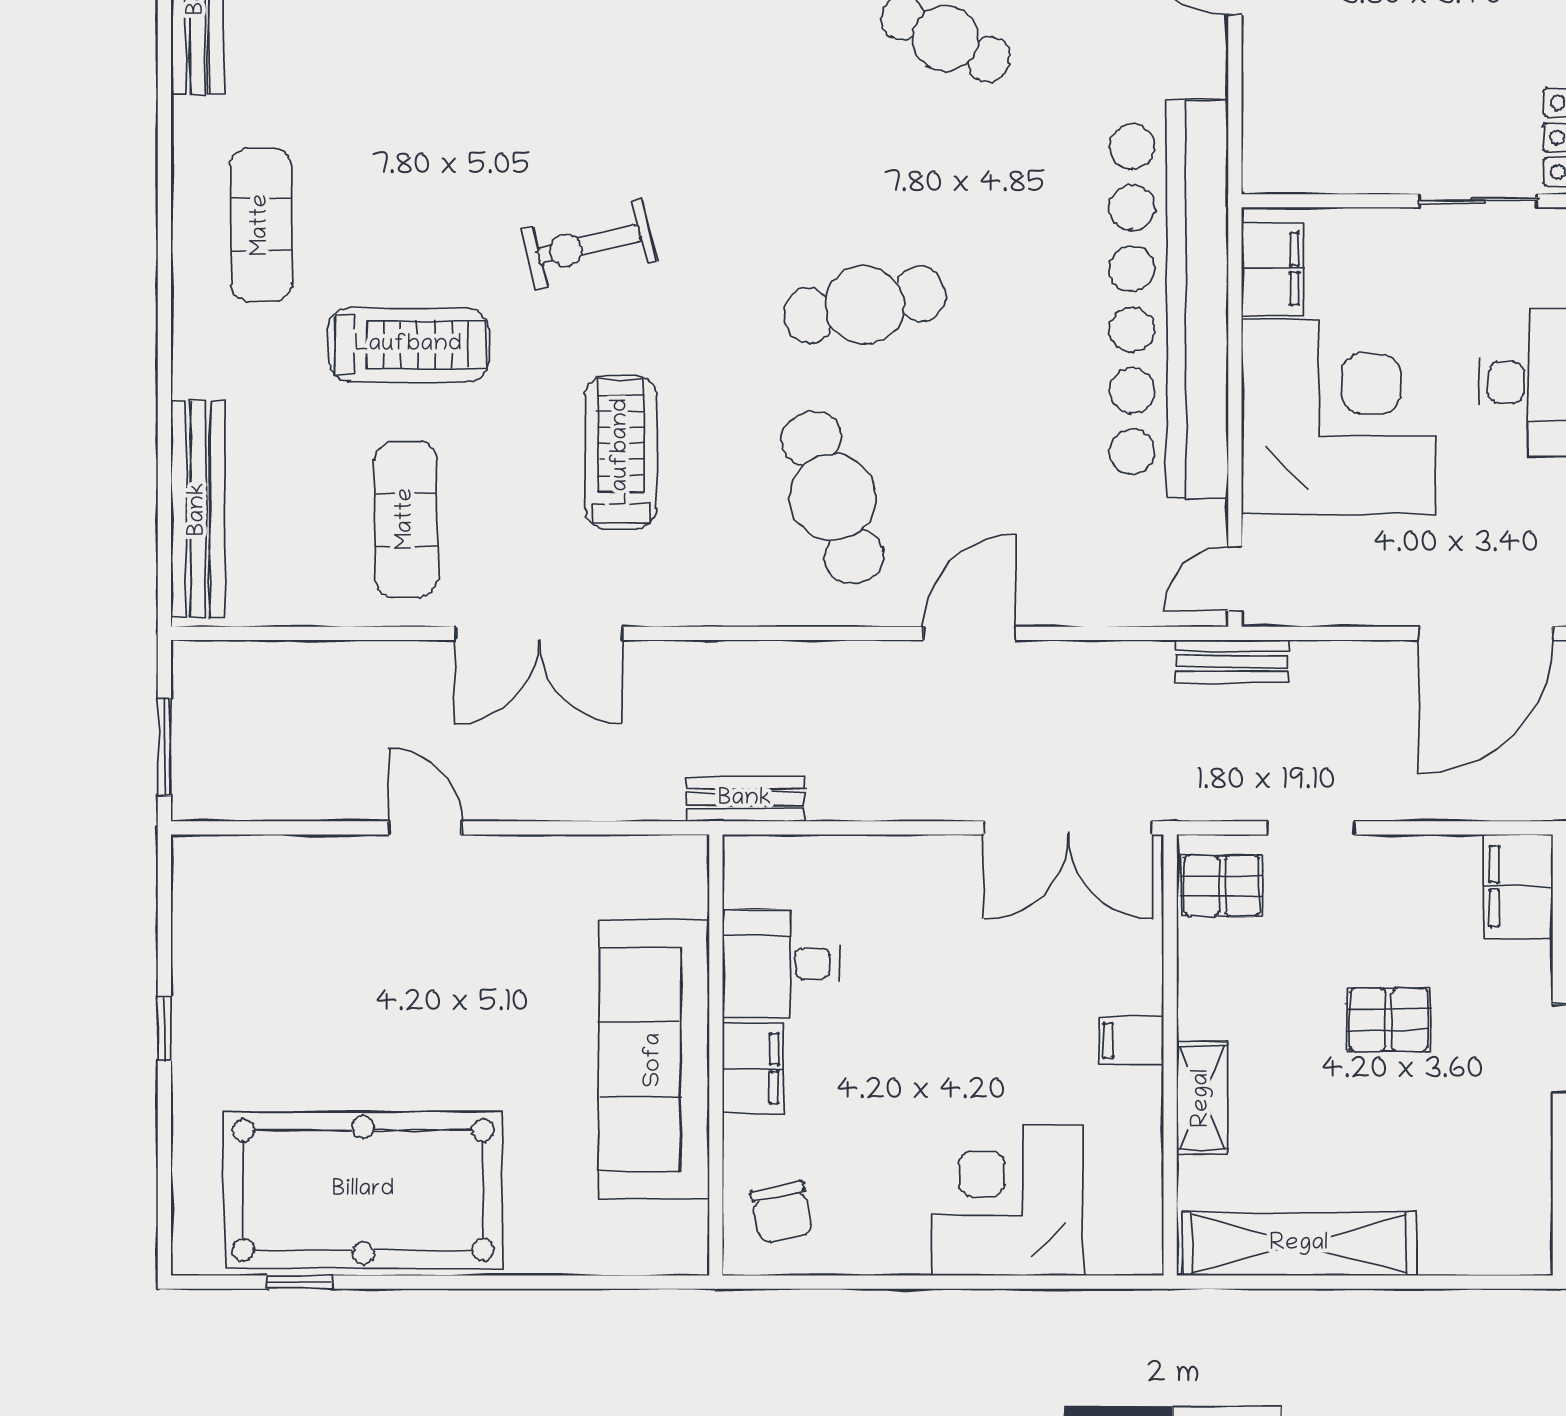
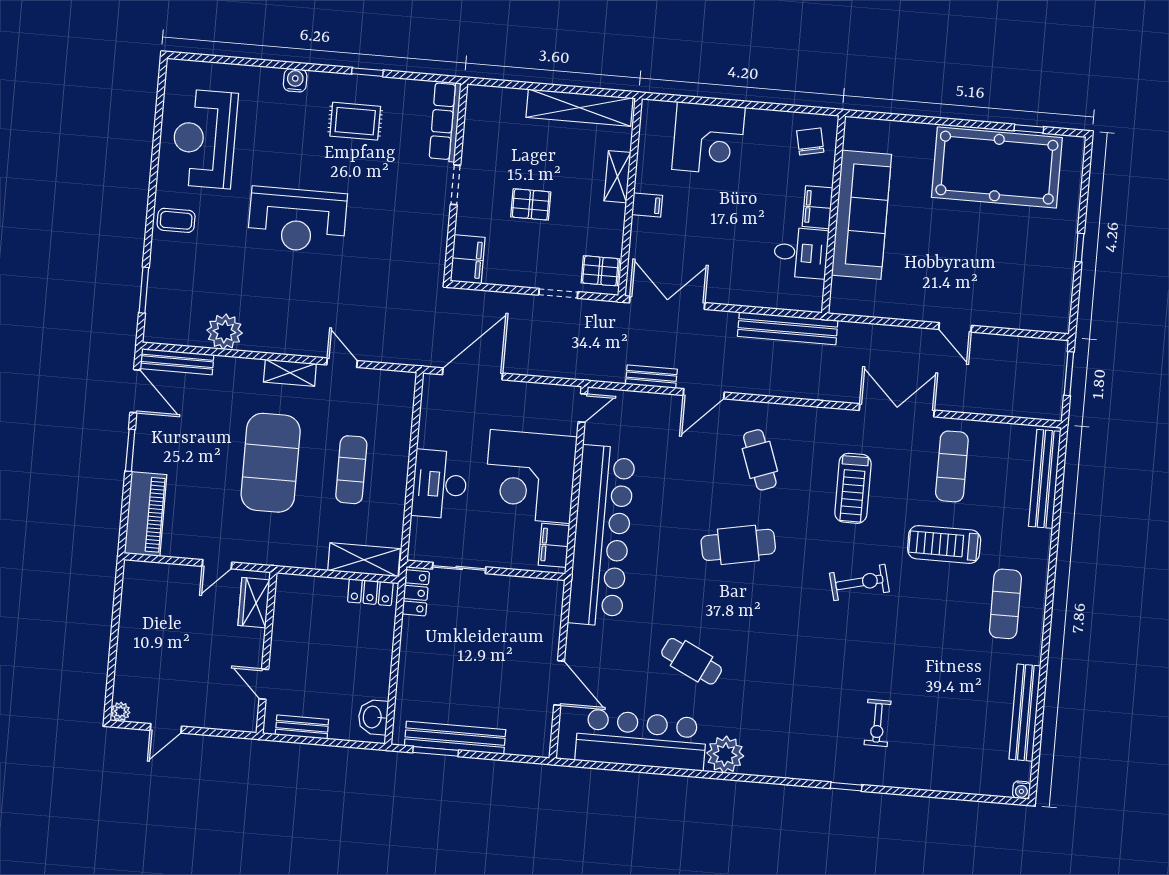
cafe table: (833, 497) -> (760, 460), width x0.73, depth x0.74
bench: (1232, 661) -> (651, 377), moved
bench: (745, 799) -> (788, 328), width x1.86, depth x1.21

